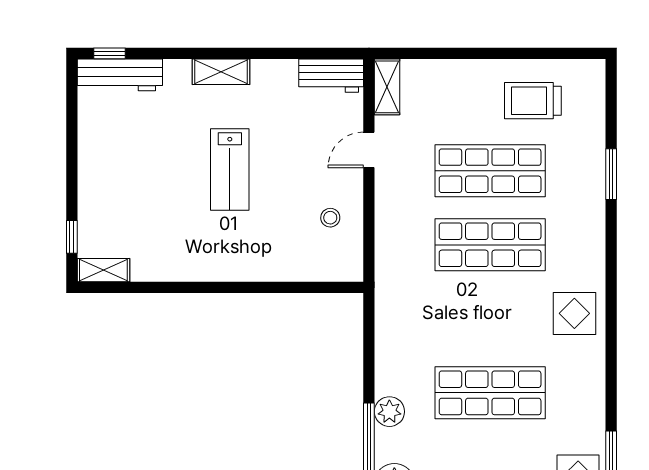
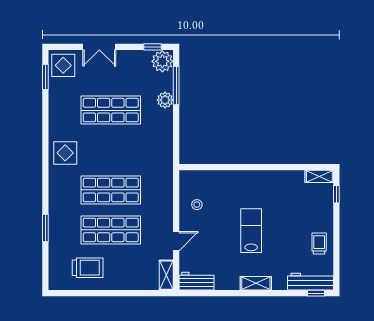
trolley: (104, 145) -> (319, 244), added

